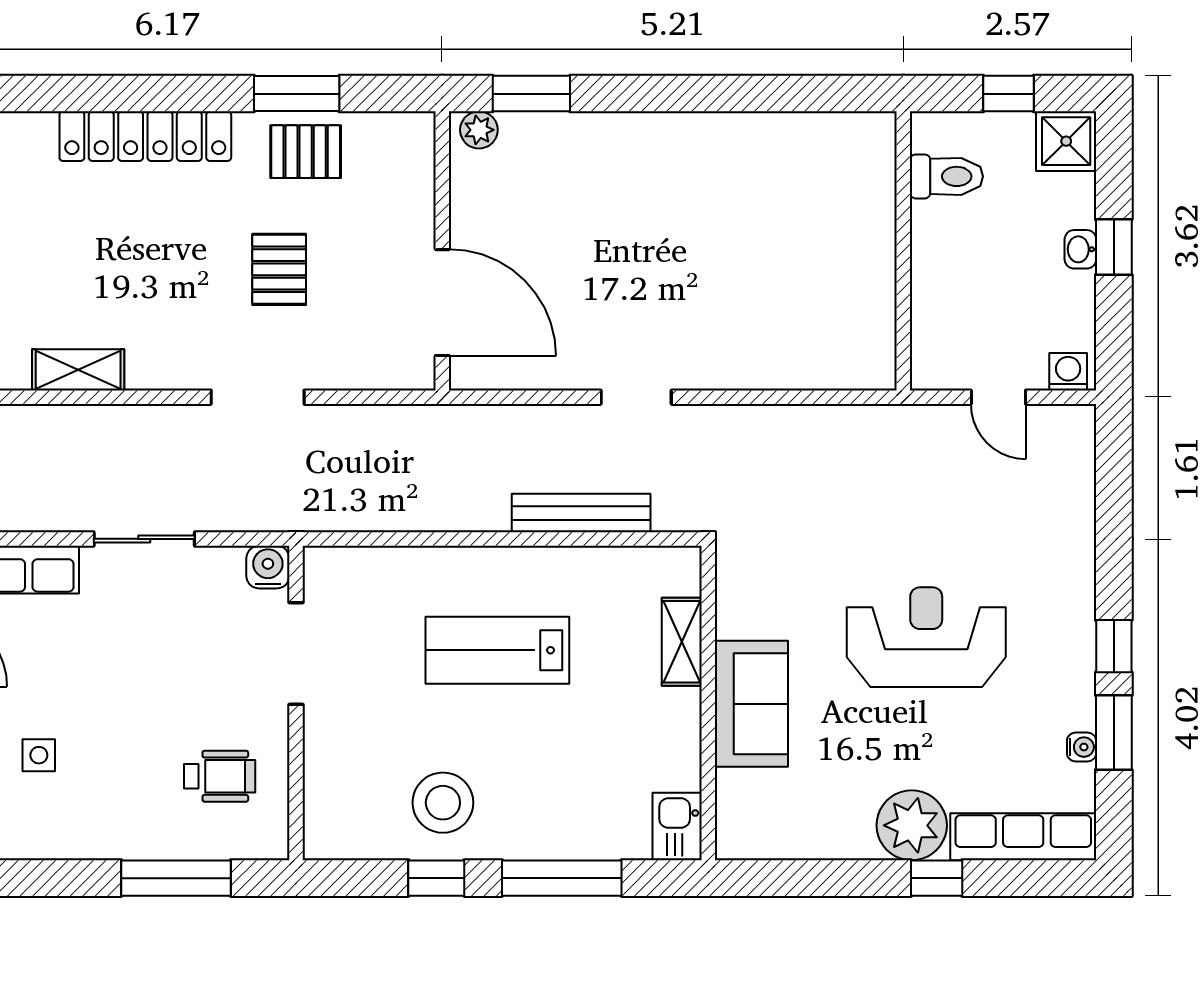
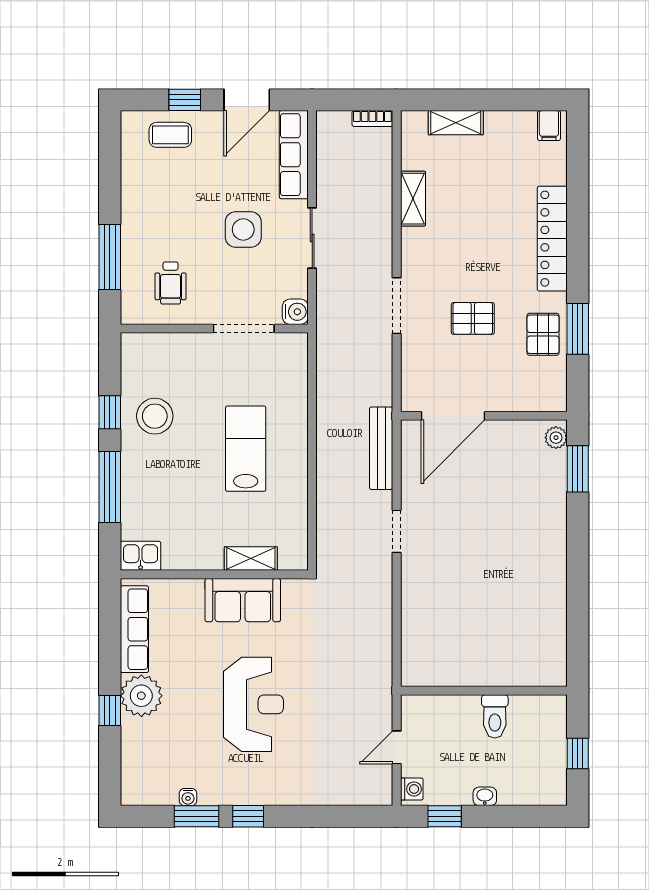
shower: (1066, 141) -> (549, 788), removed
toilet: (946, 176) -> (495, 716), moved
window: (1114, 247) -> (445, 816), moved
bench: (581, 513) -> (381, 448), moved
sofa: (751, 704) -> (243, 600), moved
side table: (39, 755) -> (243, 229), moved, width x1.87, depth x1.87
row of seats: (1023, 837) -> (134, 629), moved

